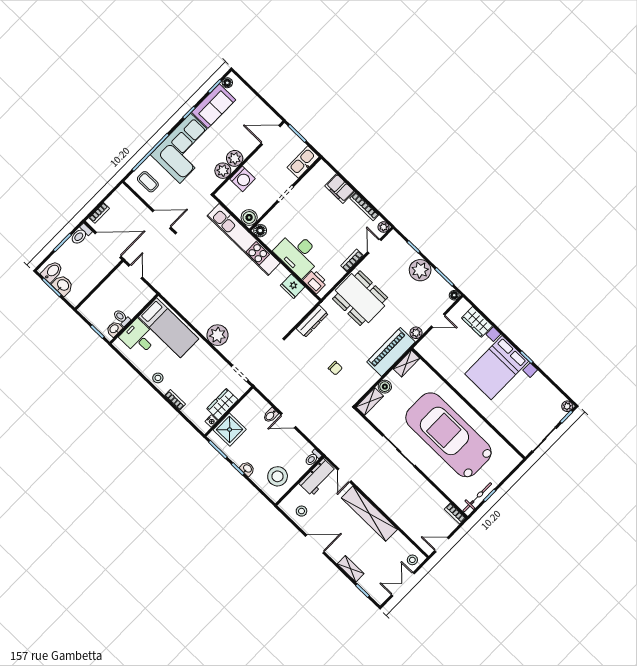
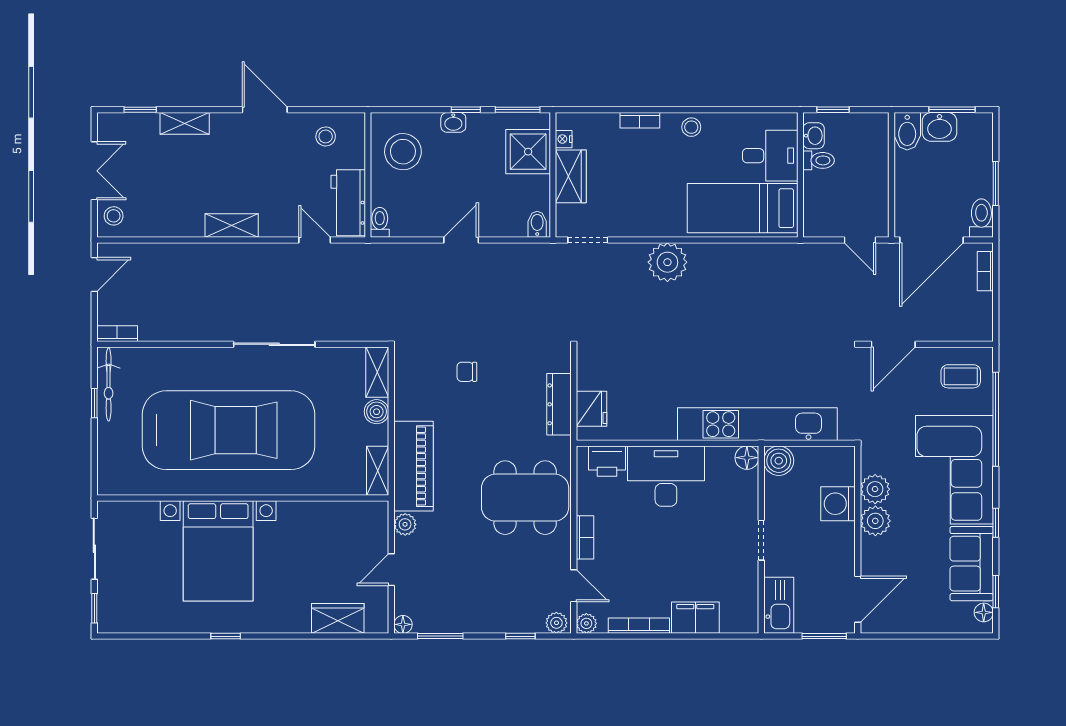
plant: (420, 270) -> (556, 623), moved, width x0.53, depth x0.53
bidet: (52, 272) -> (907, 131), moved
fridge: (293, 286) -> (591, 409), moved, turned 90
bed with nightstands: (497, 368) -> (218, 551), moved, turned 180
plant: (567, 406) -> (107, 623), removed
bidet: (271, 415) -> (537, 224), moved
shelving: (369, 514) -> (232, 226), width x0.45, depth x0.75
door: (315, 544) -> (265, 110), swing flipped

